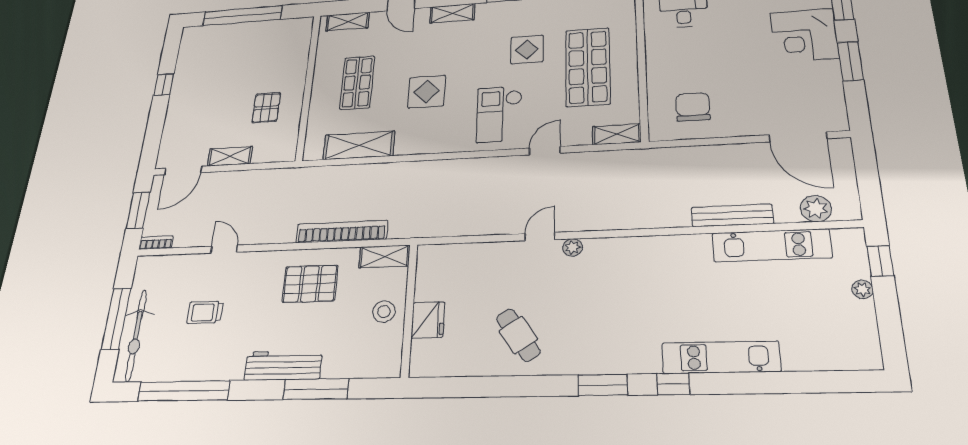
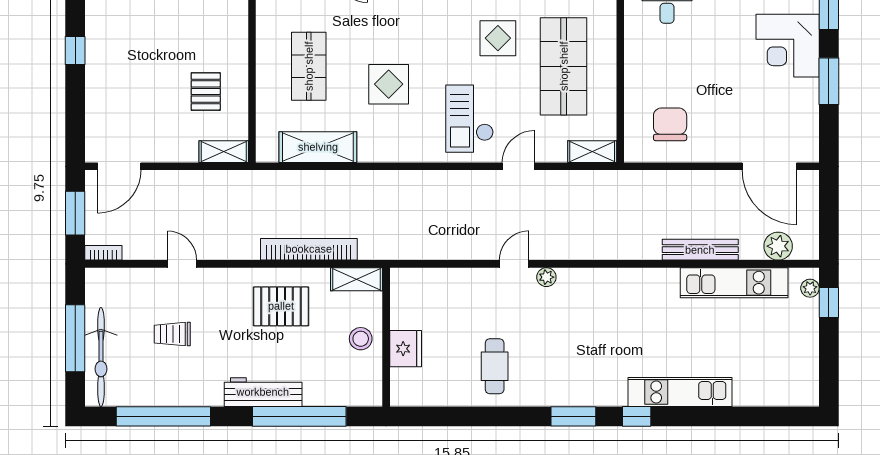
shelving: (230, 156) -> (224, 152), moved
plant: (862, 289) -> (810, 288), moved
cafe table: (518, 335) -> (495, 366), turned 33
window: (316, 389) -> (299, 416), width x1.46

